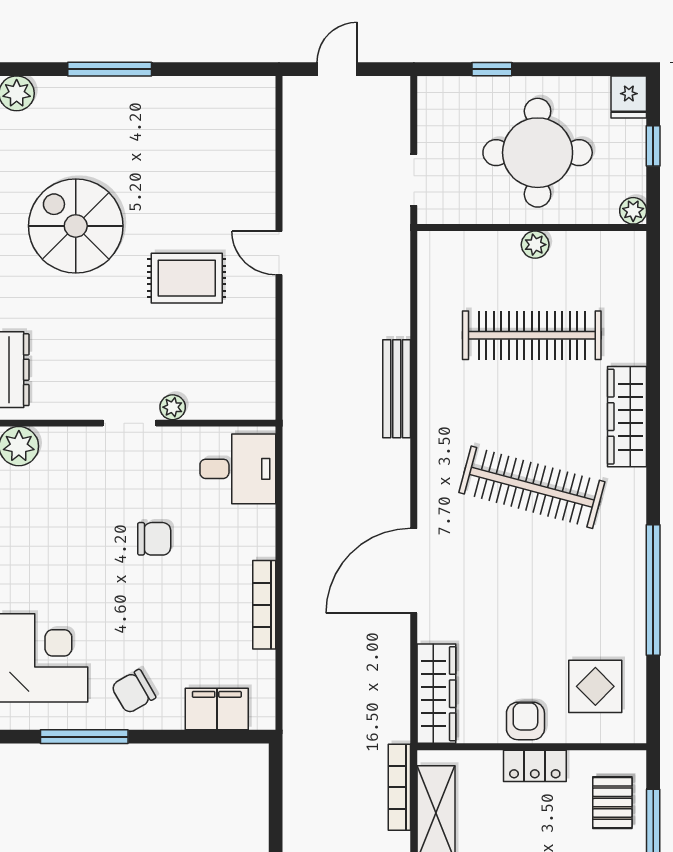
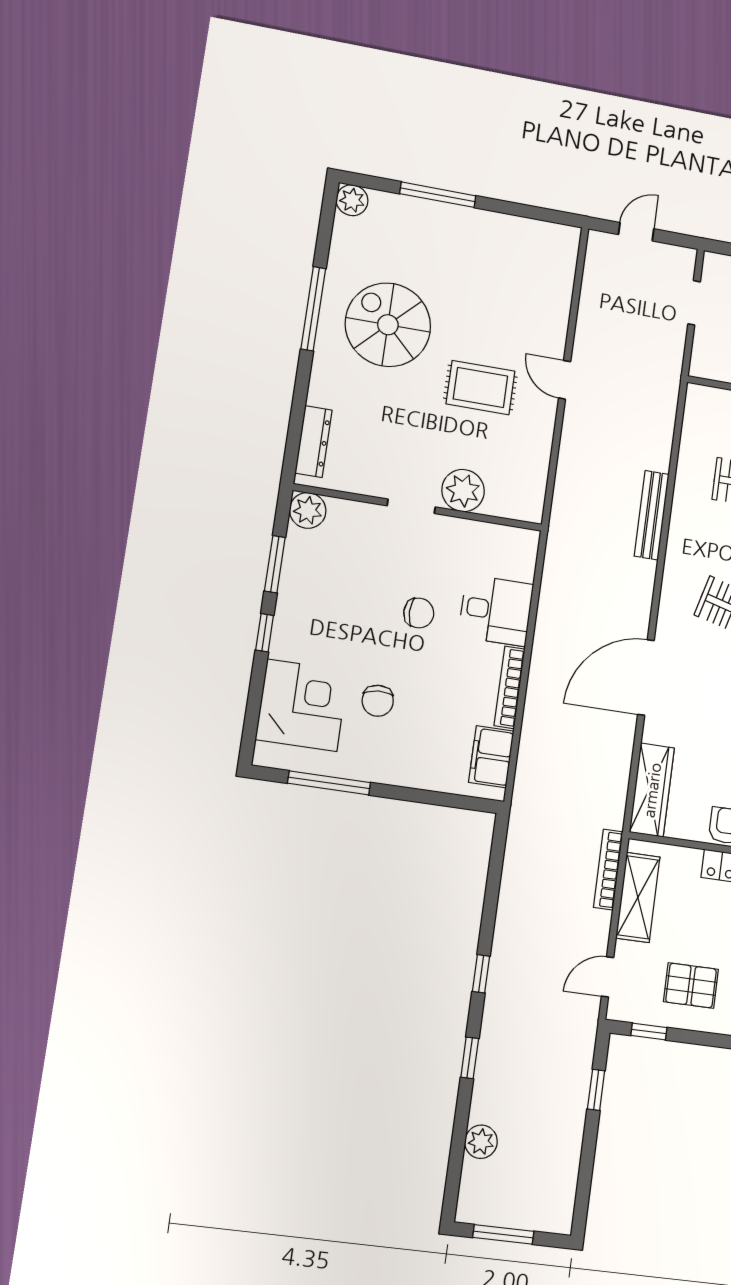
doorway: (414, 180) -> (694, 303), moved
plant: (173, 407) -> (463, 491), width x1.87, depth x1.87
desk: (238, 469) -> (496, 610), moved
chair: (133, 692) -> (378, 701), moved, turned -64
filing cabinet: (217, 709) -> (491, 757), moved, turned -90

